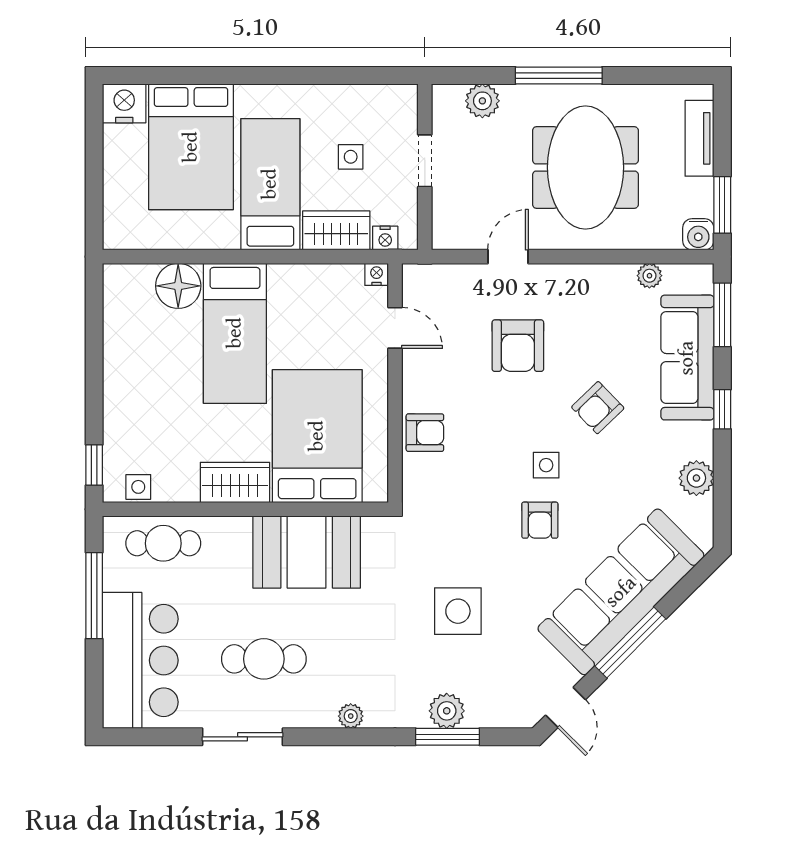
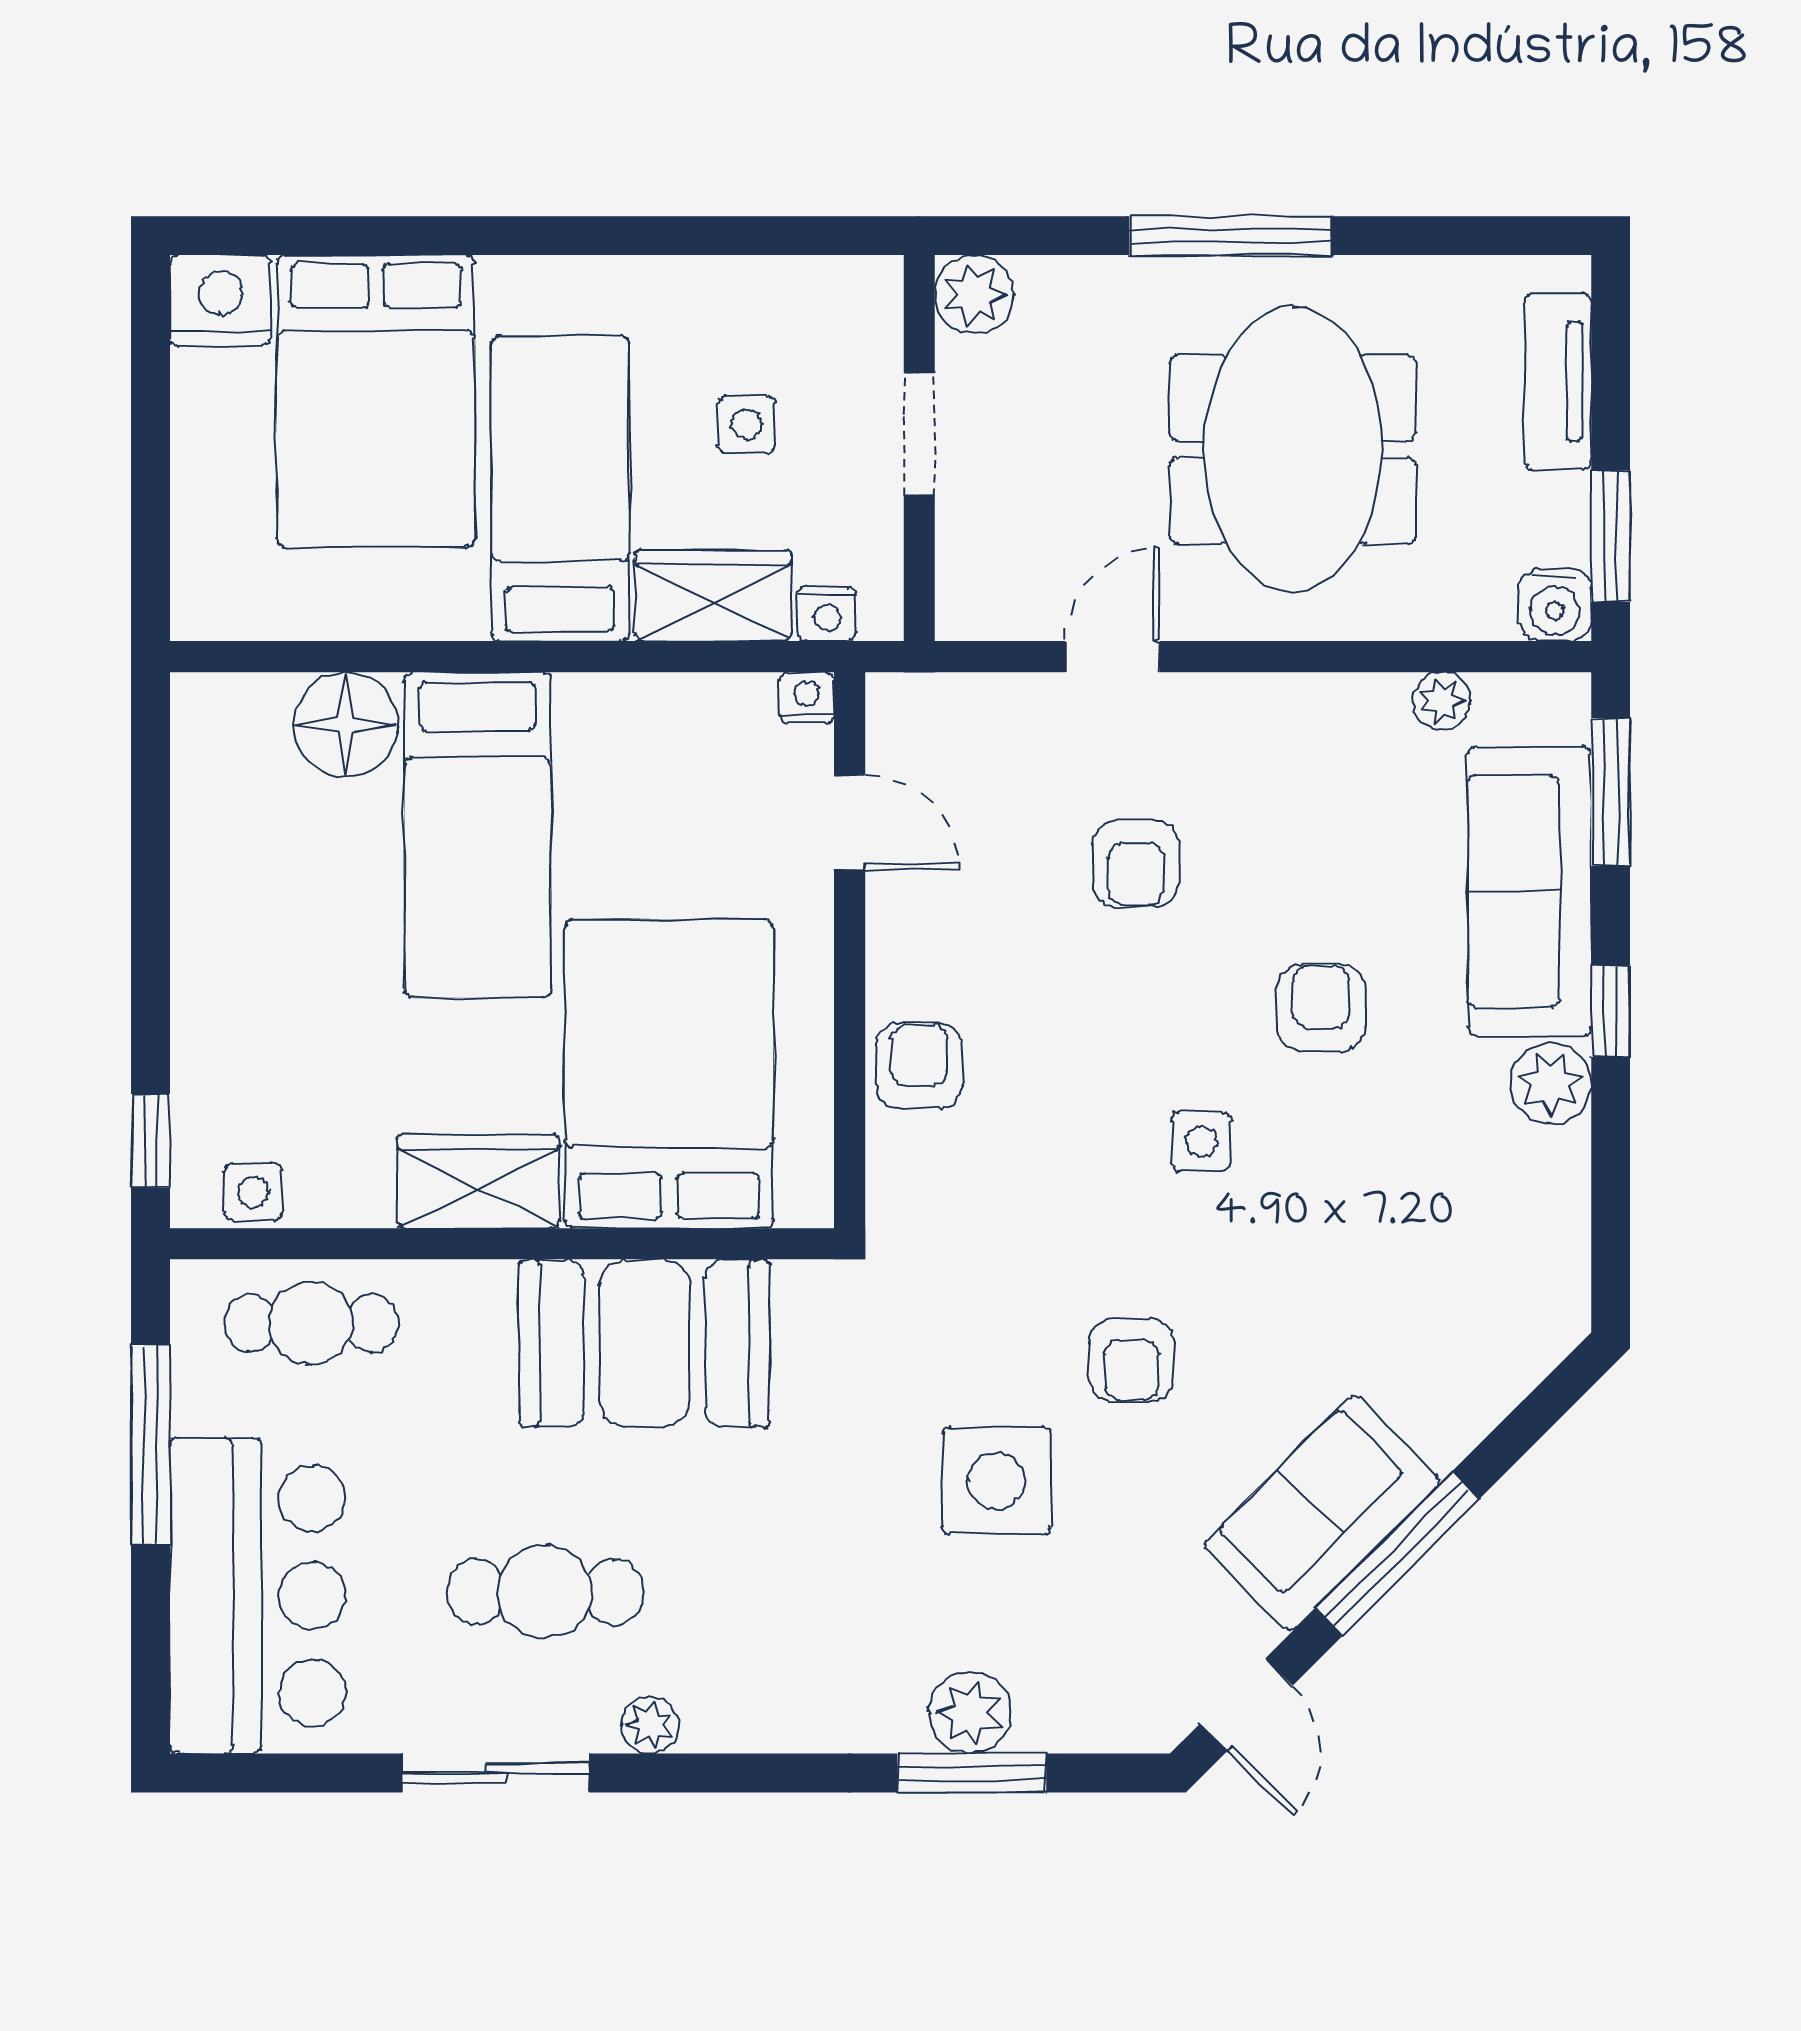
plant: (482, 101) -> (974, 294), moved
armchair: (518, 346) -> (1136, 864), width x0.72, depth x0.72
armchair: (598, 408) -> (1321, 1008), turned 134
armchair: (425, 433) -> (919, 1066), turned -90
plant: (696, 478) -> (1551, 1083), moved
armchair: (540, 520) -> (1131, 1360), moved
sofa: (621, 592) -> (1322, 1513), width x0.54, depth x0.79
plant: (351, 716) -> (650, 1725), moved

